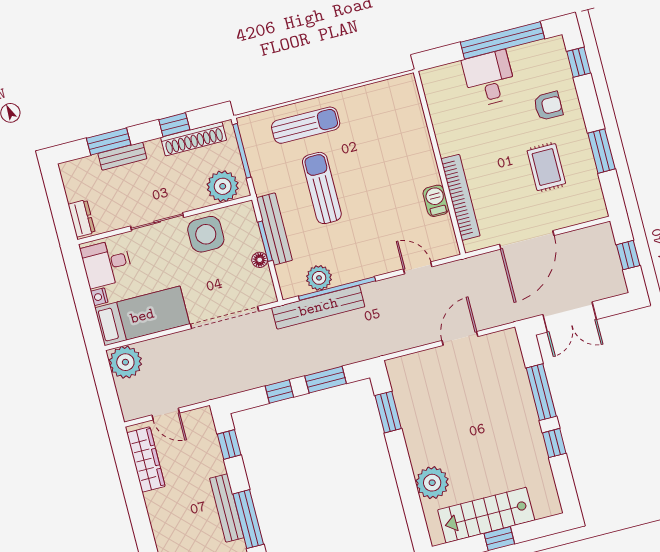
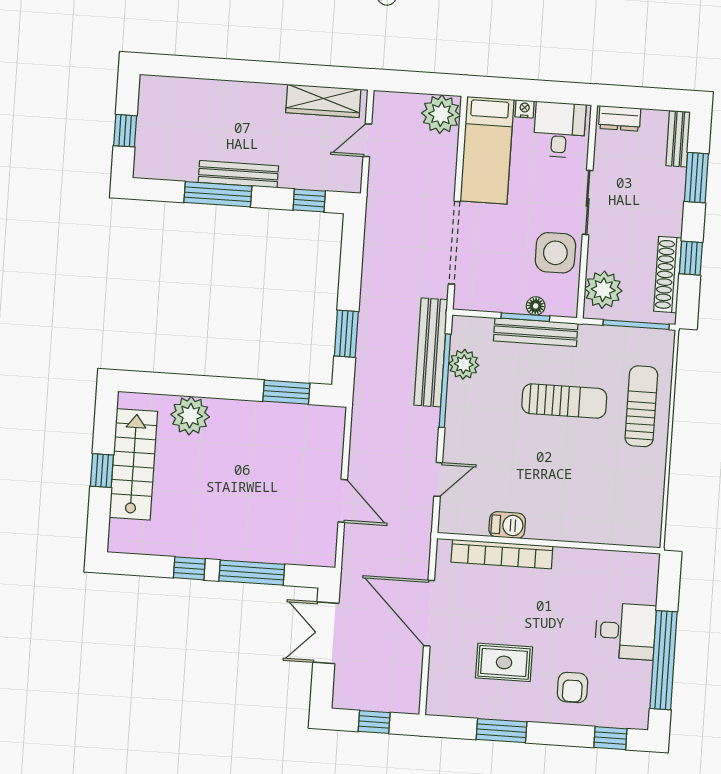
sun lounger: (306, 125) -> (641, 406), turned 180
bench: (122, 156) -> (678, 139), moved
floor lamp: (260, 260) -> (536, 306), moved
window: (279, 392) -> (350, 277), removed

